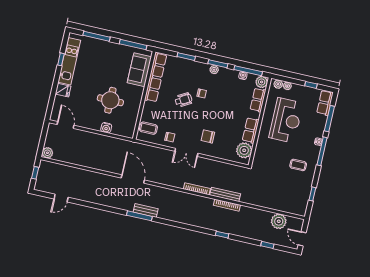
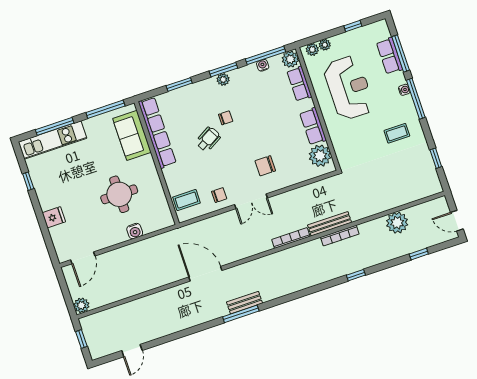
kitchen unit: (69, 61) -> (52, 140), moved, turned 90
row of seats: (325, 103) -> (389, 56), moved
door: (65, 125) -> (83, 258), swing flipped
plant: (279, 221) -> (397, 223), moved

